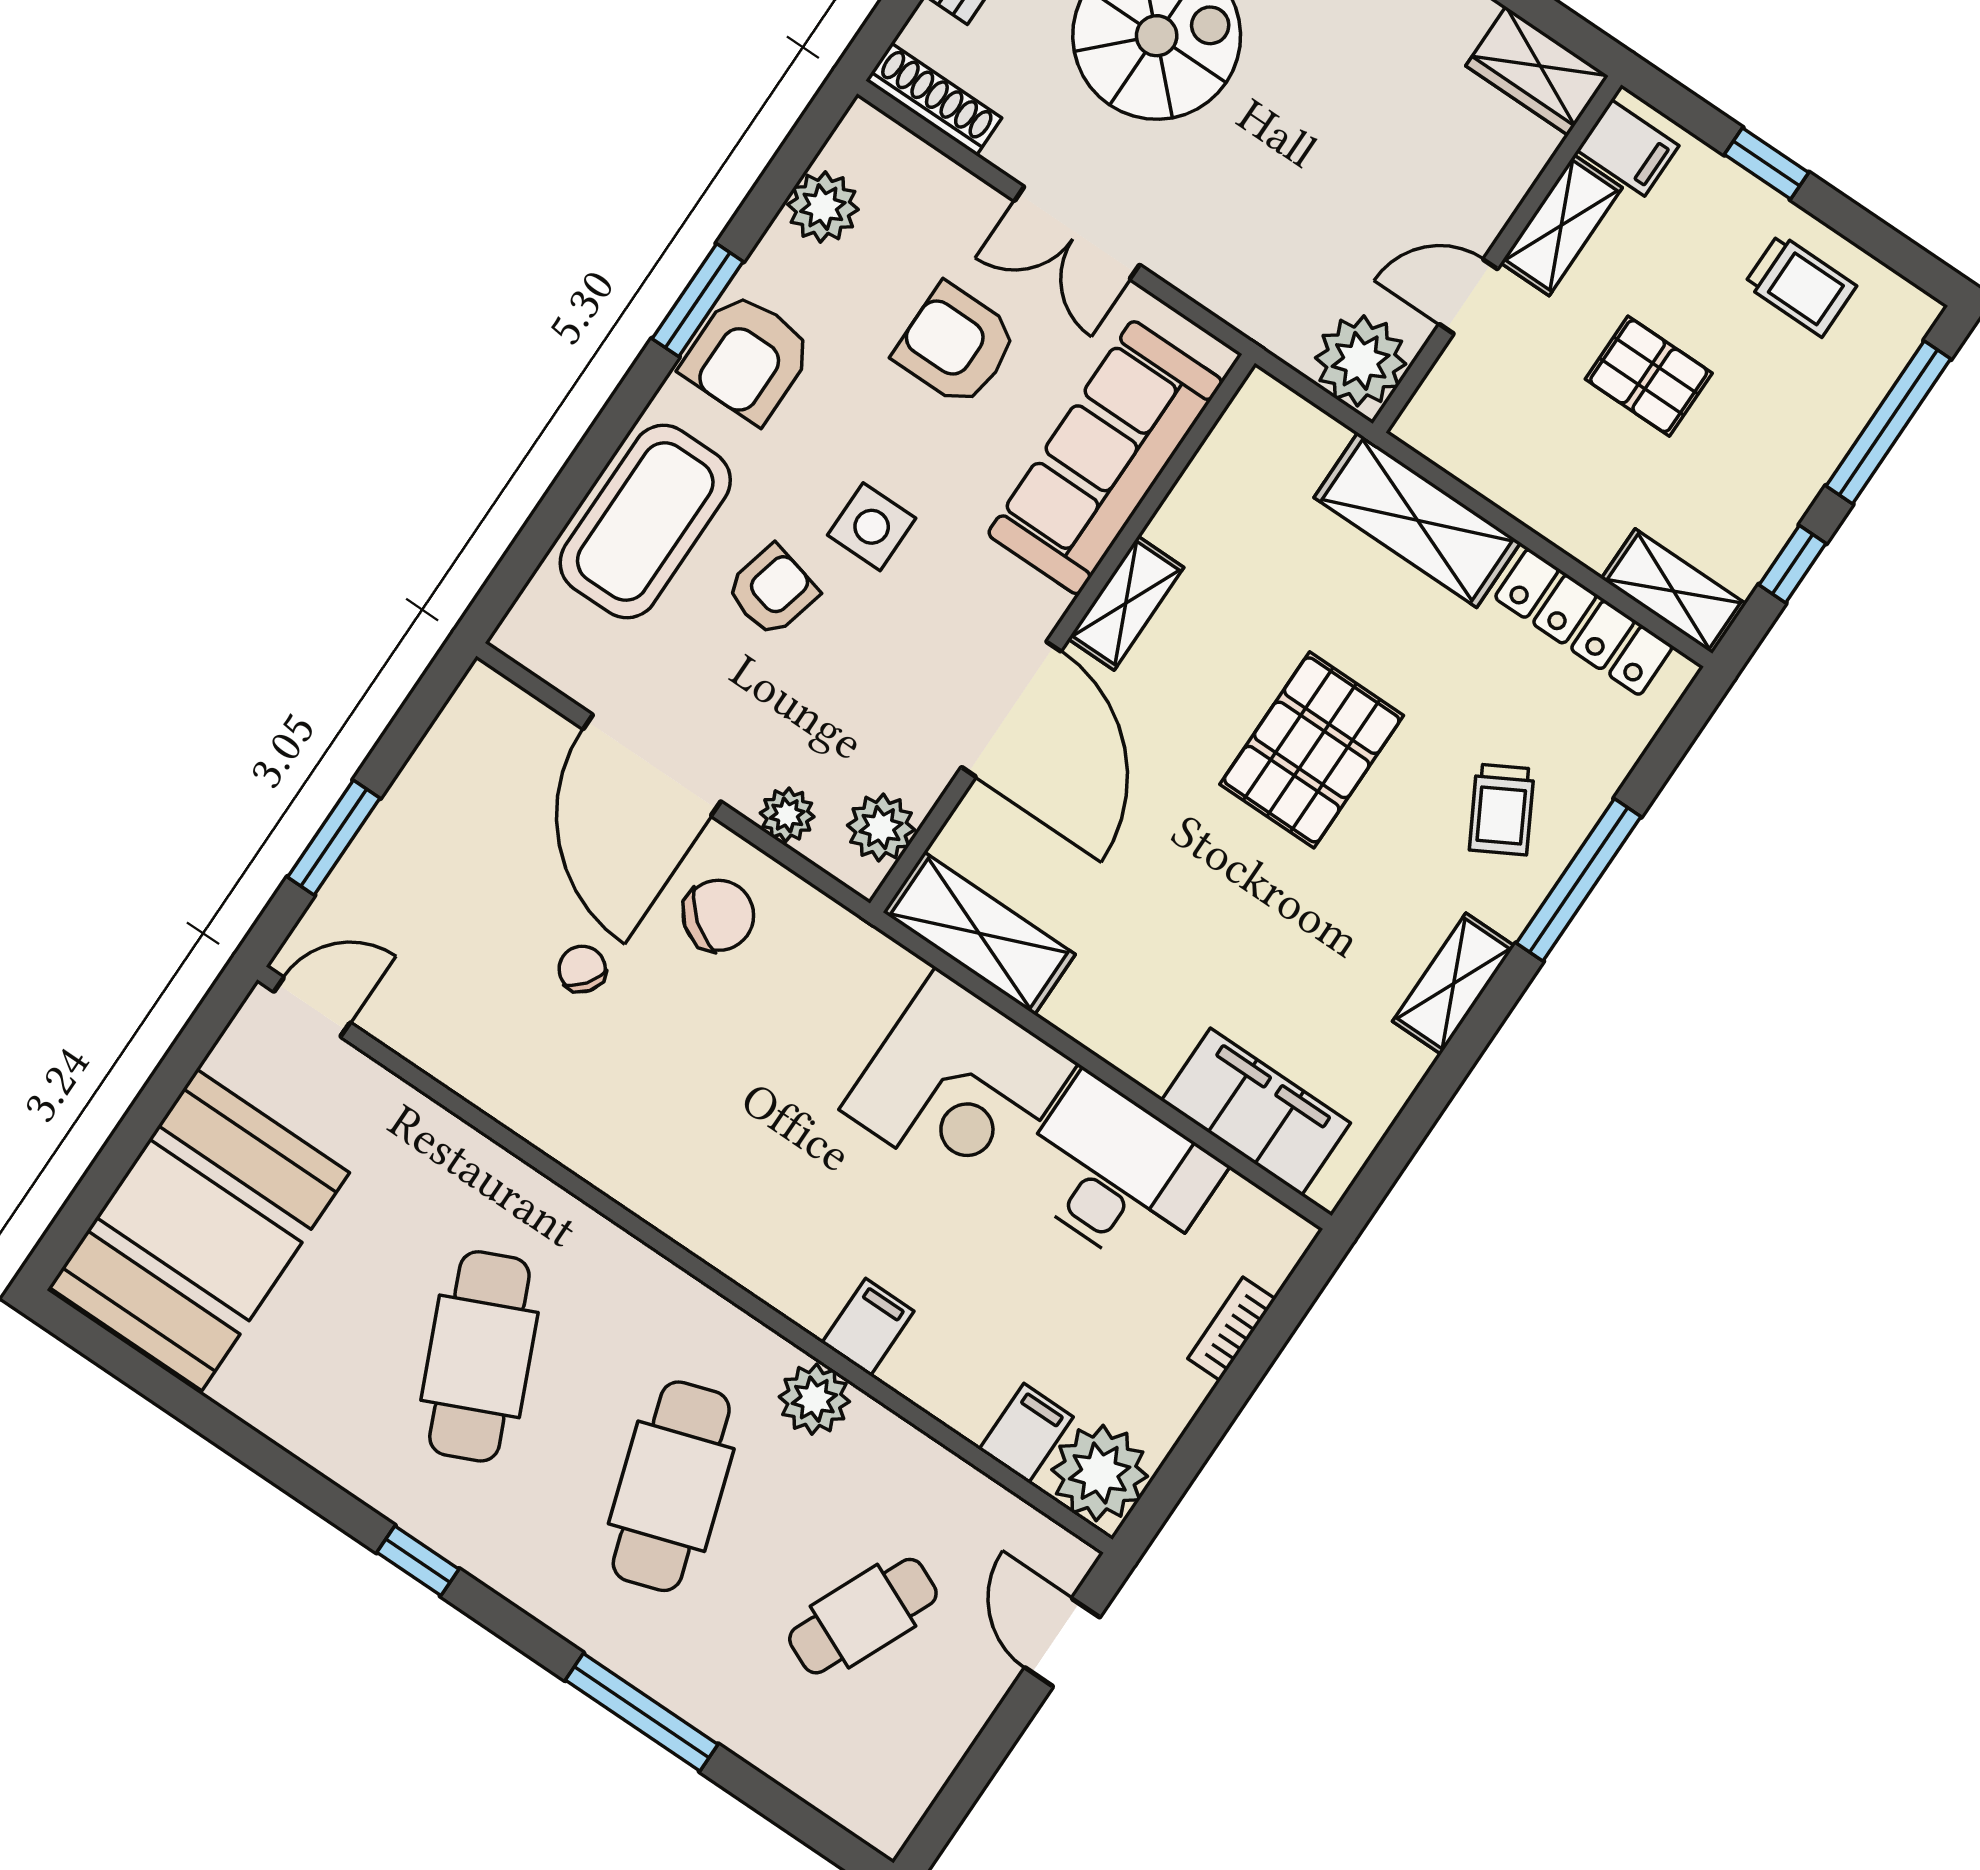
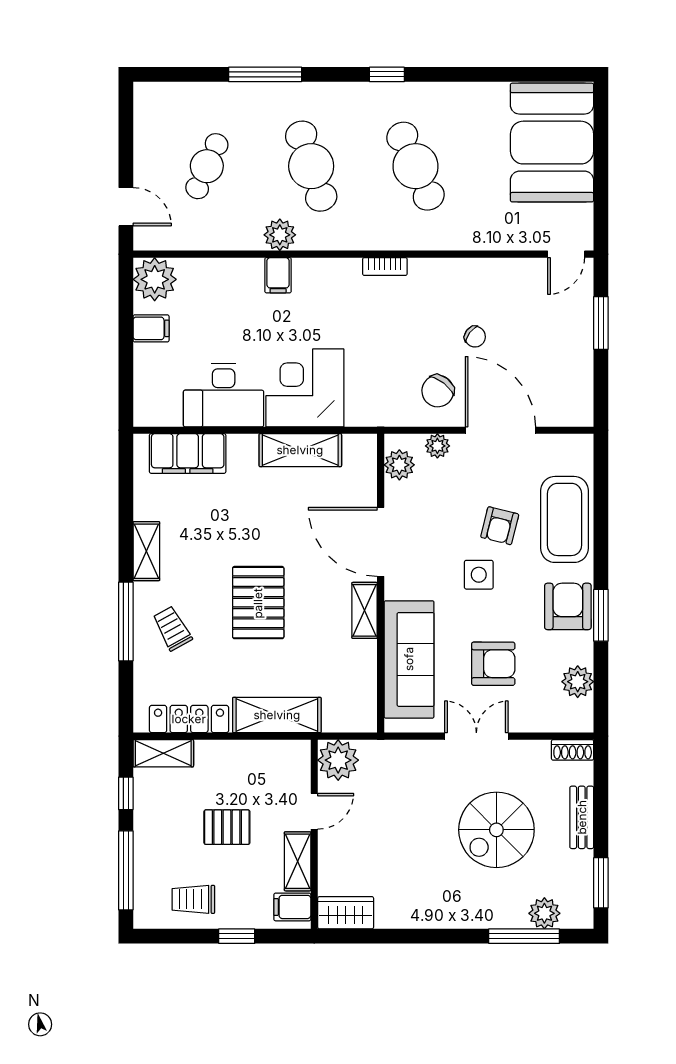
shoe rack: (934, 99) -> (573, 750), width x0.70
shelving: (979, 933) -> (300, 450), moved
bookcase: (1232, 1329) -> (385, 267), moved, turned 90
filing cabinet: (1026, 1433) -> (151, 328), moved, turned -90

